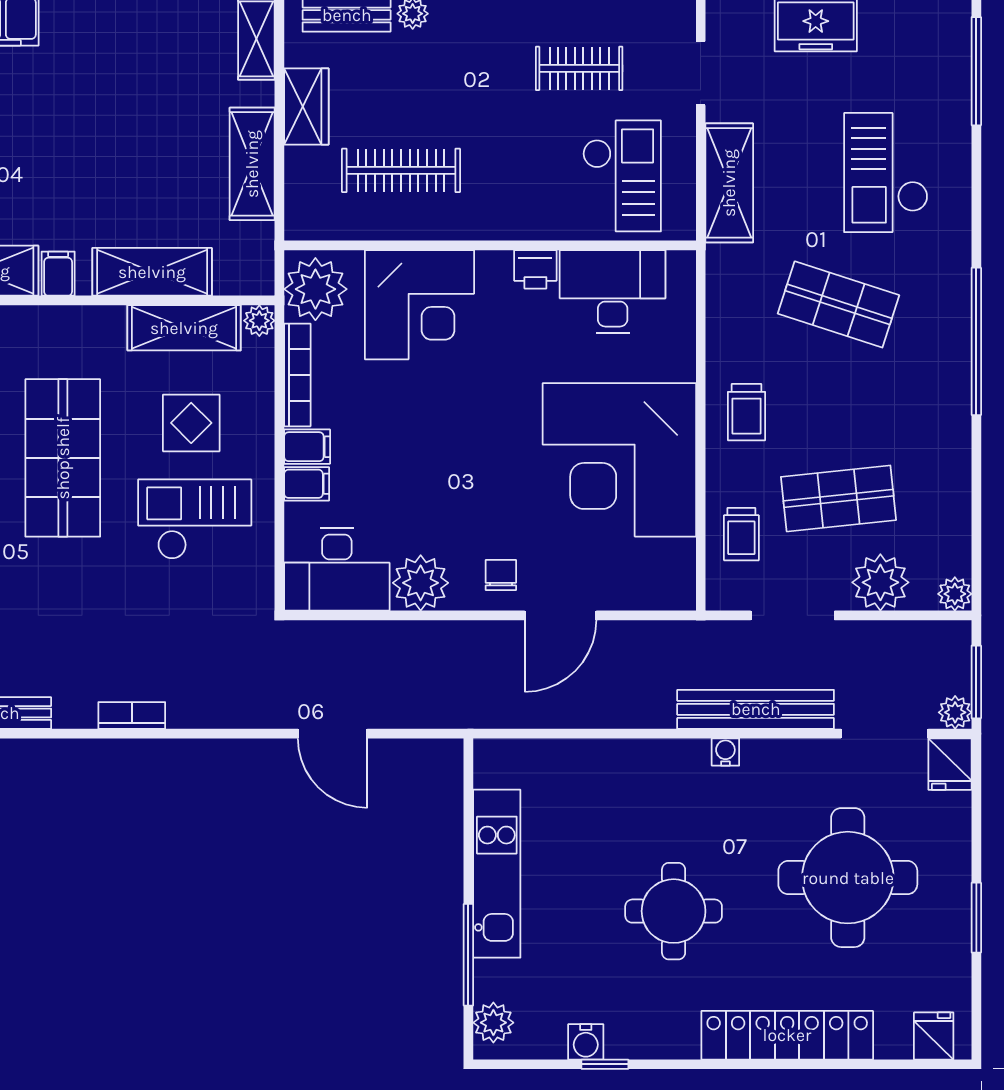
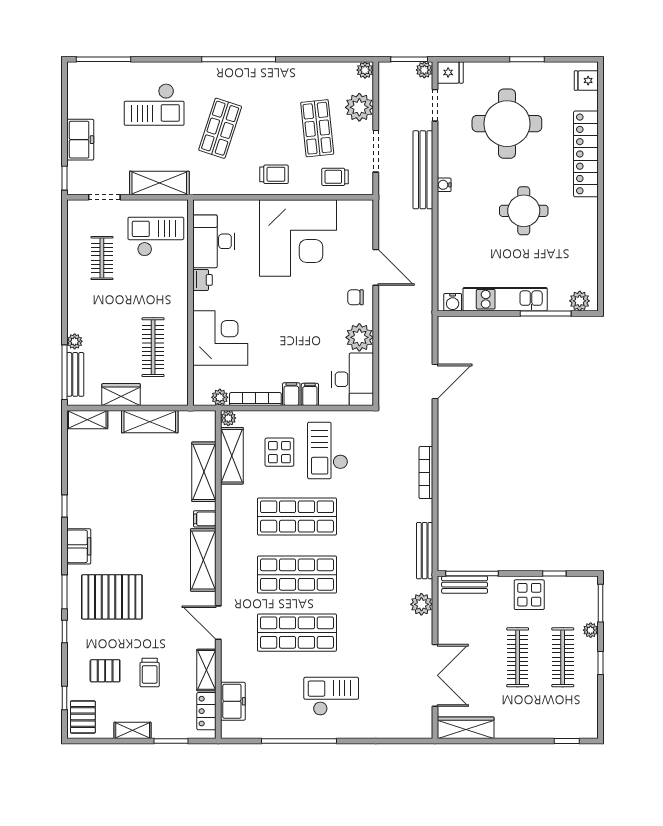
plant: (315, 289) -> (220, 397), width x0.53, depth x0.53
trolley: (741, 534) -> (335, 177), turned 180
bookcase: (132, 715) -> (426, 473), width x1.56
doorway: (885, 734) -> (435, 105), width x0.73
water cooler: (586, 1042) -> (453, 302), moved, turned 90
window: (605, 1064) -> (600, 245), removed

